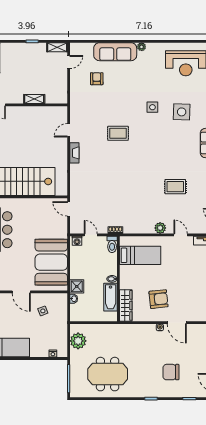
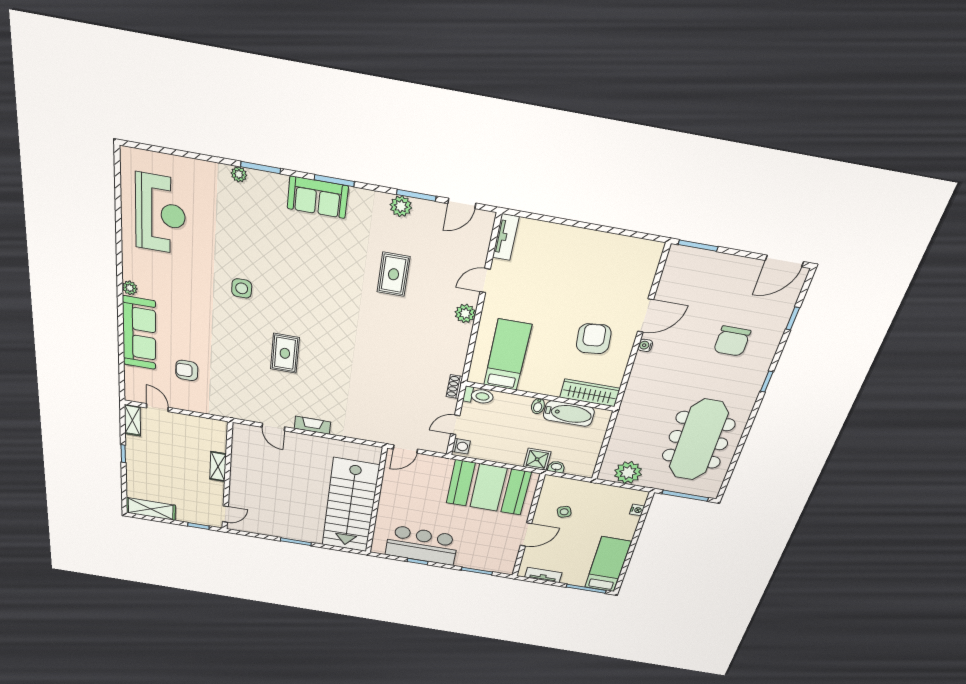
side table: (182, 112) -> (253, 238), removed
meeting table: (108, 374) -> (698, 440), width x1.36

